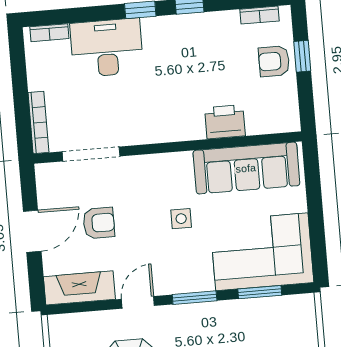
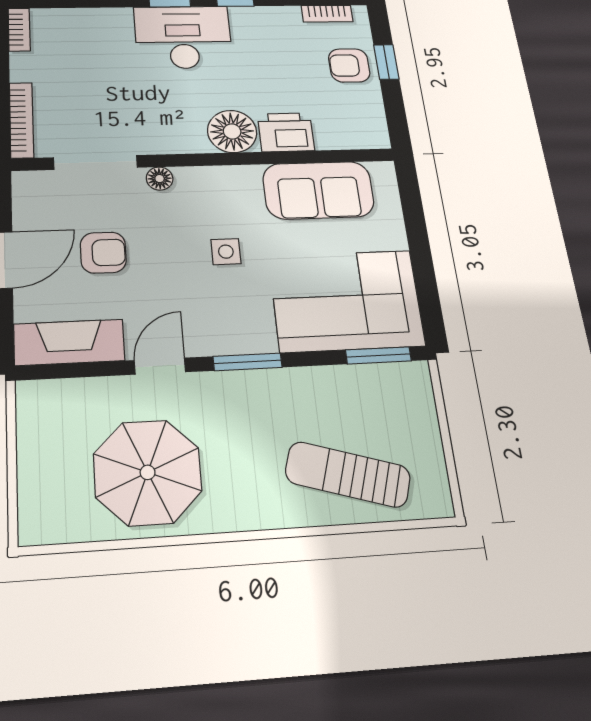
bookcase: (49, 33) -> (19, 30), moved, turned -90
desk: (107, 48) -> (183, 37), moved
floor lamp: (186, 123) -> (232, 131), added
floor lamp: (135, 164) -> (160, 179), added
sofa: (246, 168) -> (318, 190), width x0.73
window: (260, 292) -> (378, 355), moved

